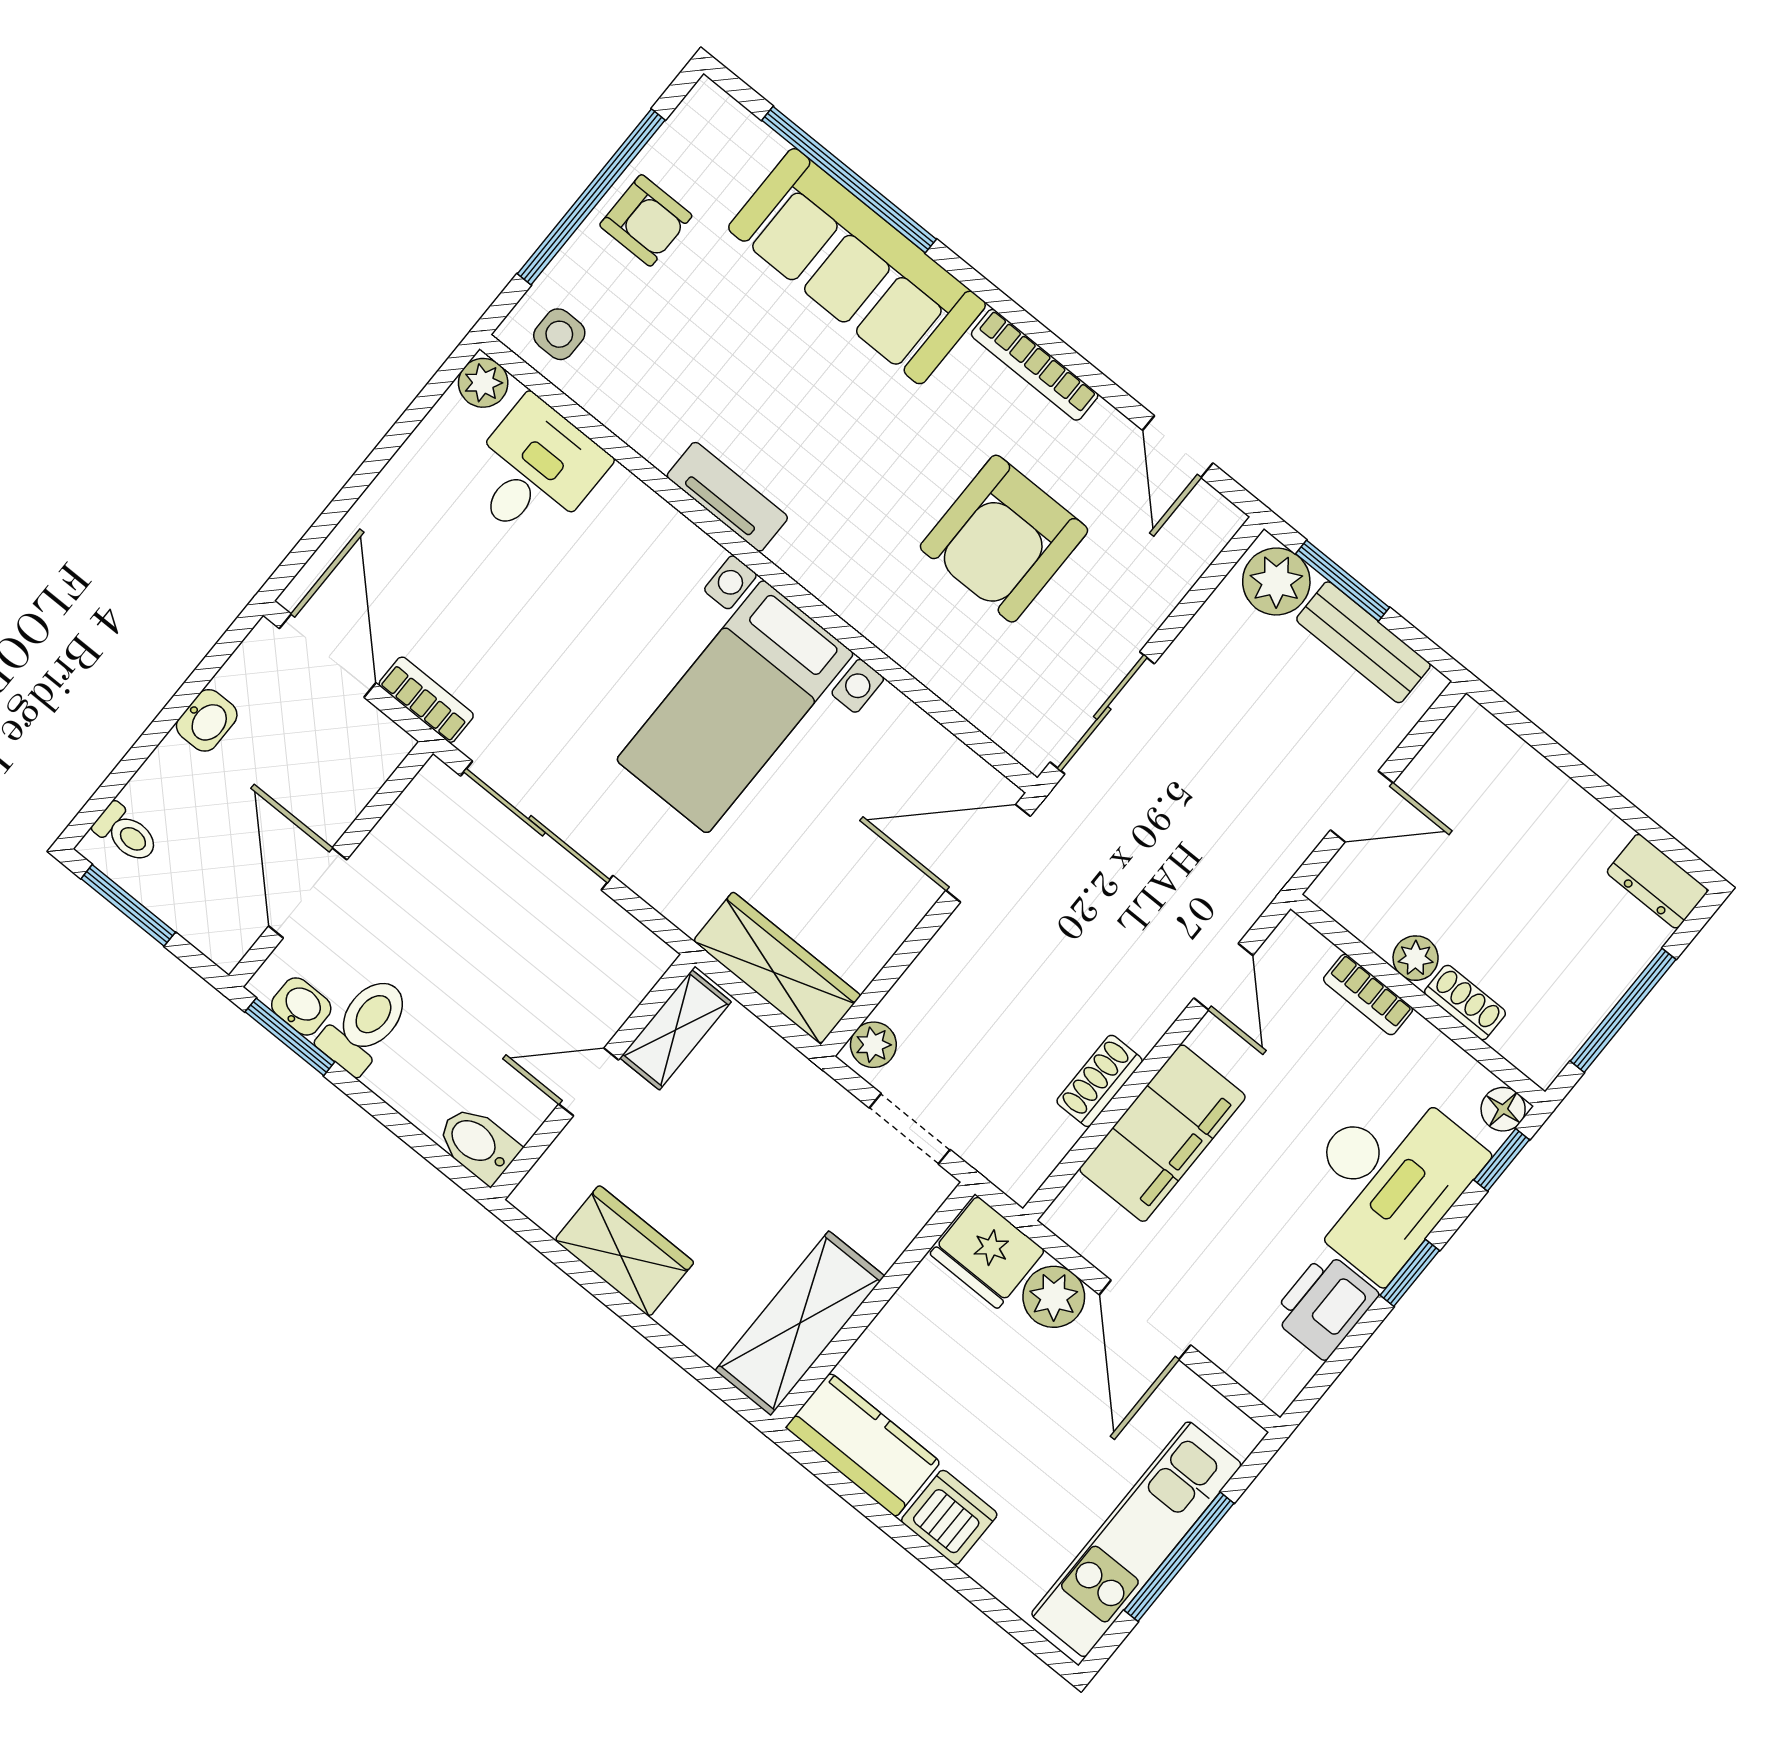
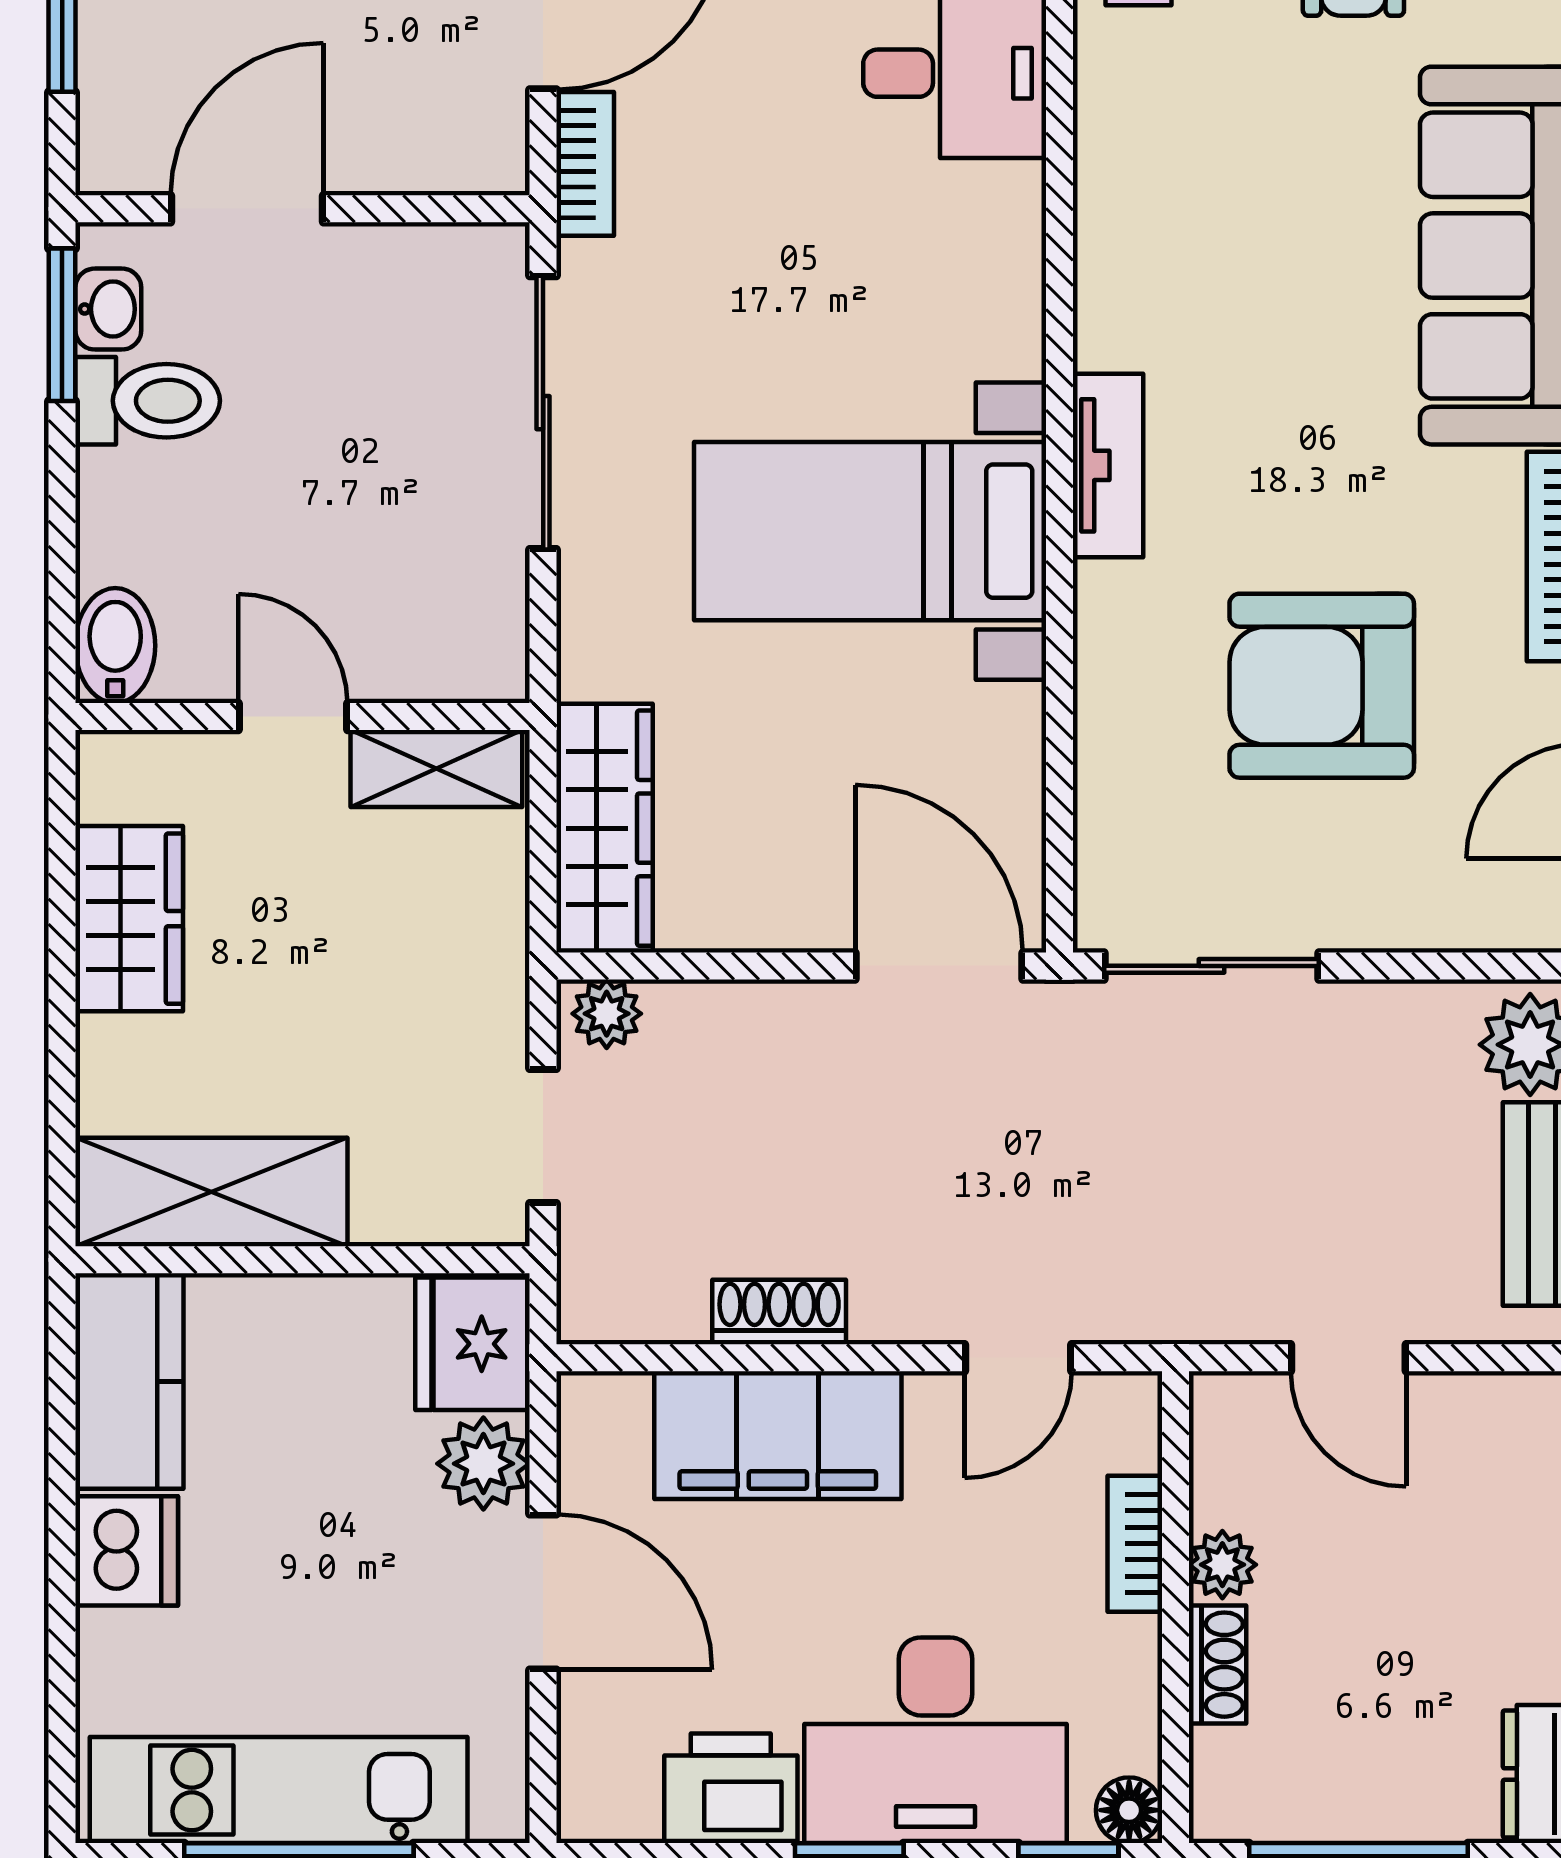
tv unit: (727, 497) -> (1108, 465), moved
door: (1145, 1320) -> (543, 1592), swing flipped

